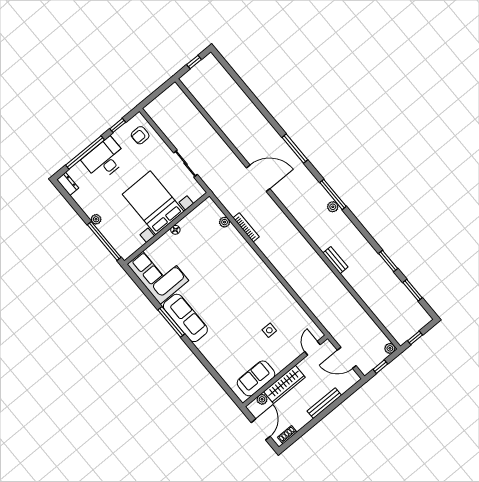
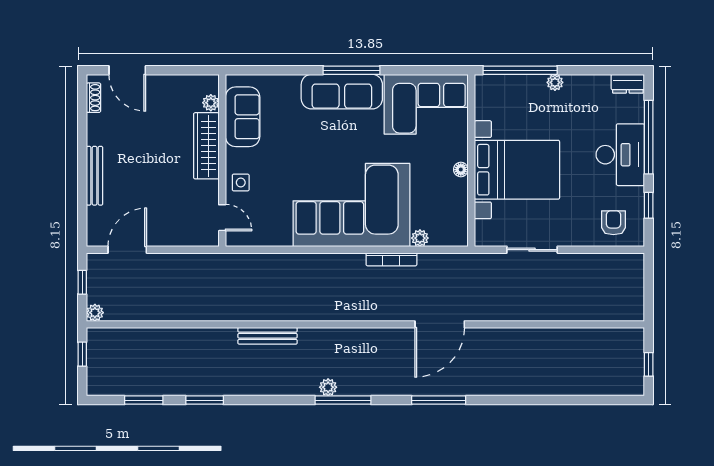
bench: (335, 260) -> (268, 336), width x1.36
corner sofa: (236, 268) -> (351, 205), added
door: (313, 348) -> (222, 218), moved
wall: (285, 371) -> (222, 160), moved
sofa: (256, 378) -> (243, 117), moved
wardrobe: (284, 384) -> (206, 146), moved
plant: (262, 399) -> (211, 103), moved

